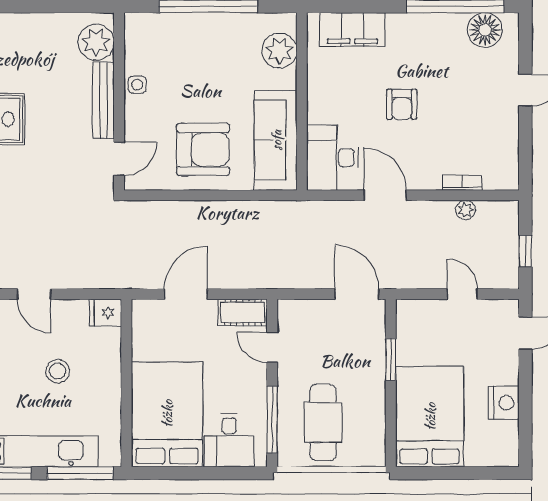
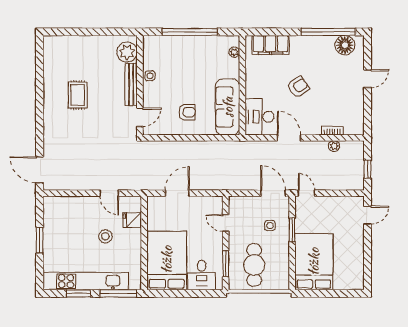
plant: (279, 51) -> (234, 52), width x0.53, depth x0.53
armchair: (402, 104) -> (298, 87), turned -124
armchair: (203, 149) -> (187, 112), width x0.53, depth x0.53
door: (34, 294) -> (109, 193), moved
door: (462, 294) -> (306, 193), moved
fridge: (105, 312) -> (132, 220), moved
cot: (243, 312) -> (209, 203), removed
side table: (351, 352) -> (270, 225), added
nightstand: (504, 403) -> (355, 254), removed
window: (272, 420) -> (226, 263), width x0.69

